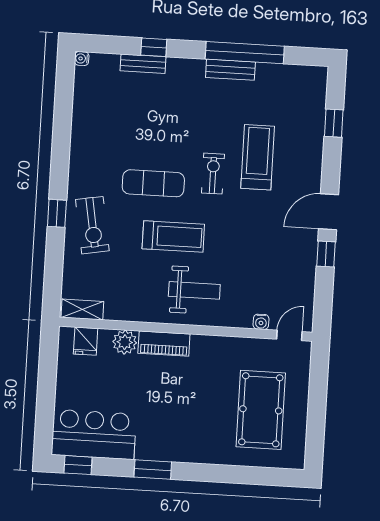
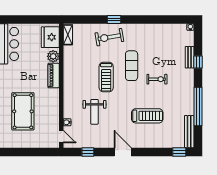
bench: (230, 70) -> (189, 132), moved, width x1.36
window: (334, 123) -> (179, 152), moved
exercise bike: (213, 174) -> (157, 79), moved
window: (326, 254) -> (88, 152), moved
weight bench: (194, 290) -> (95, 112), moved
fridge: (86, 341) -> (50, 37), width x1.88, depth x1.34
pool table: (261, 410) -> (23, 111), moved, turned 90

